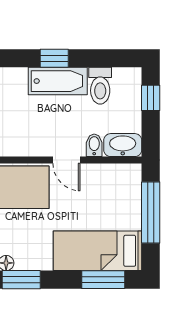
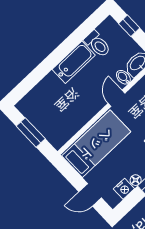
window: (54, 58) -> (61, 52), removed
door: (67, 160) -> (116, 98), swing flipped

